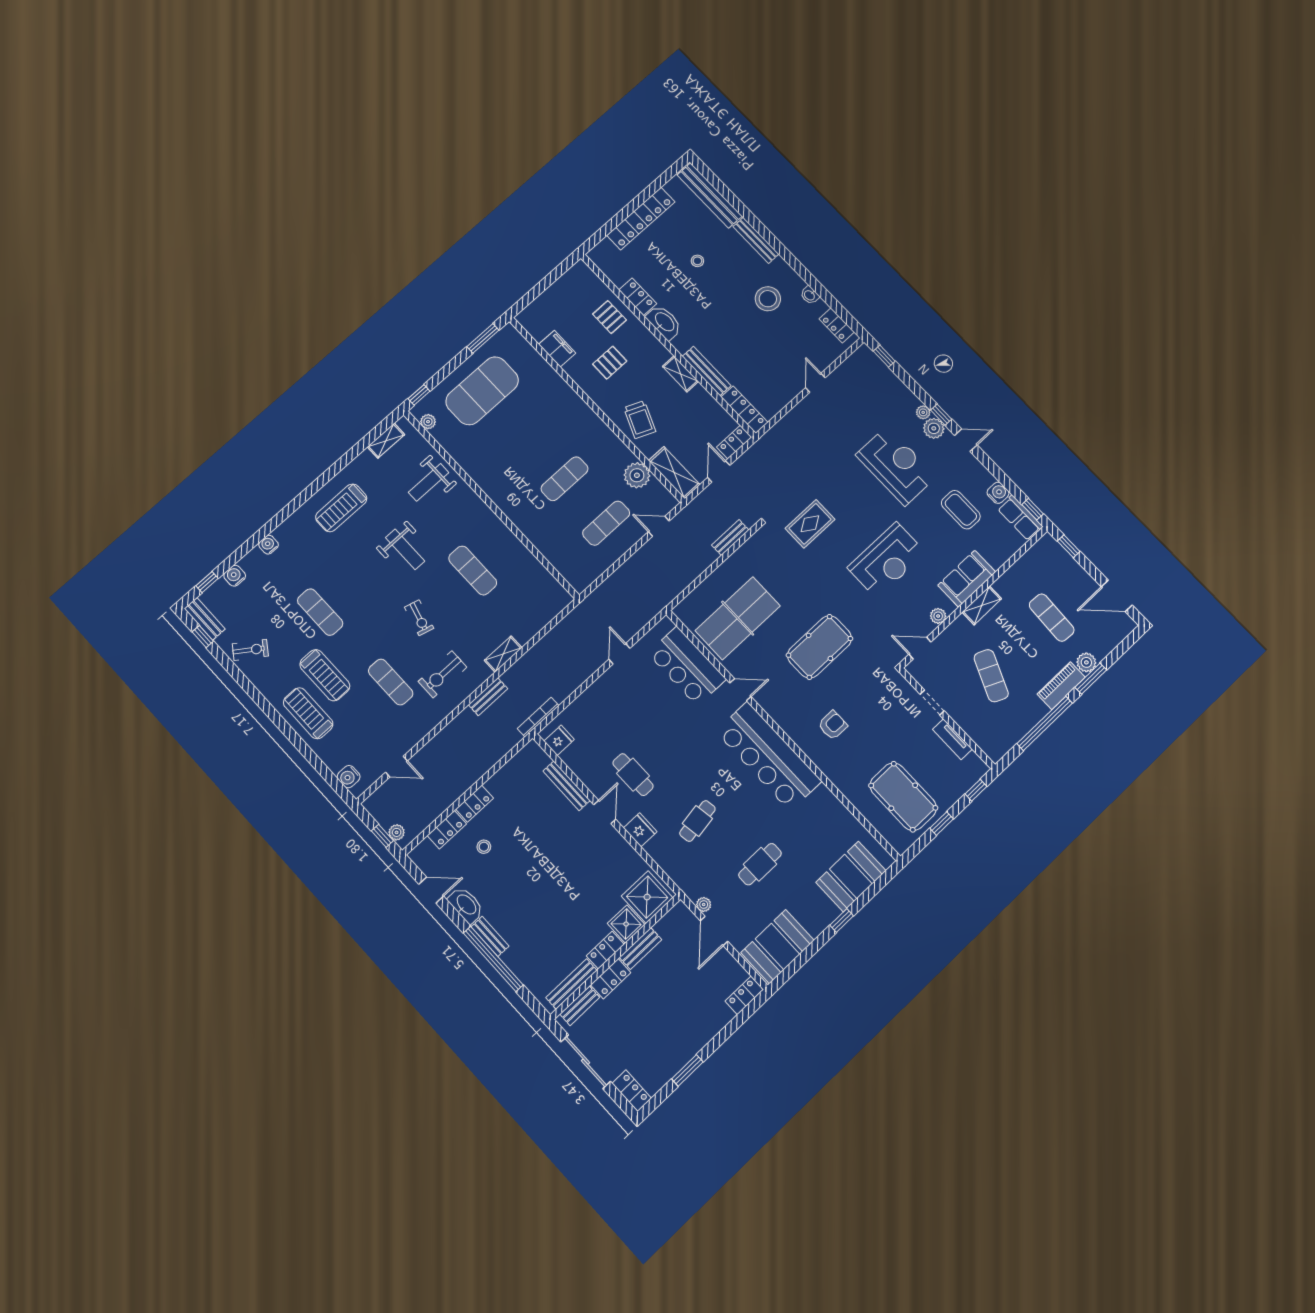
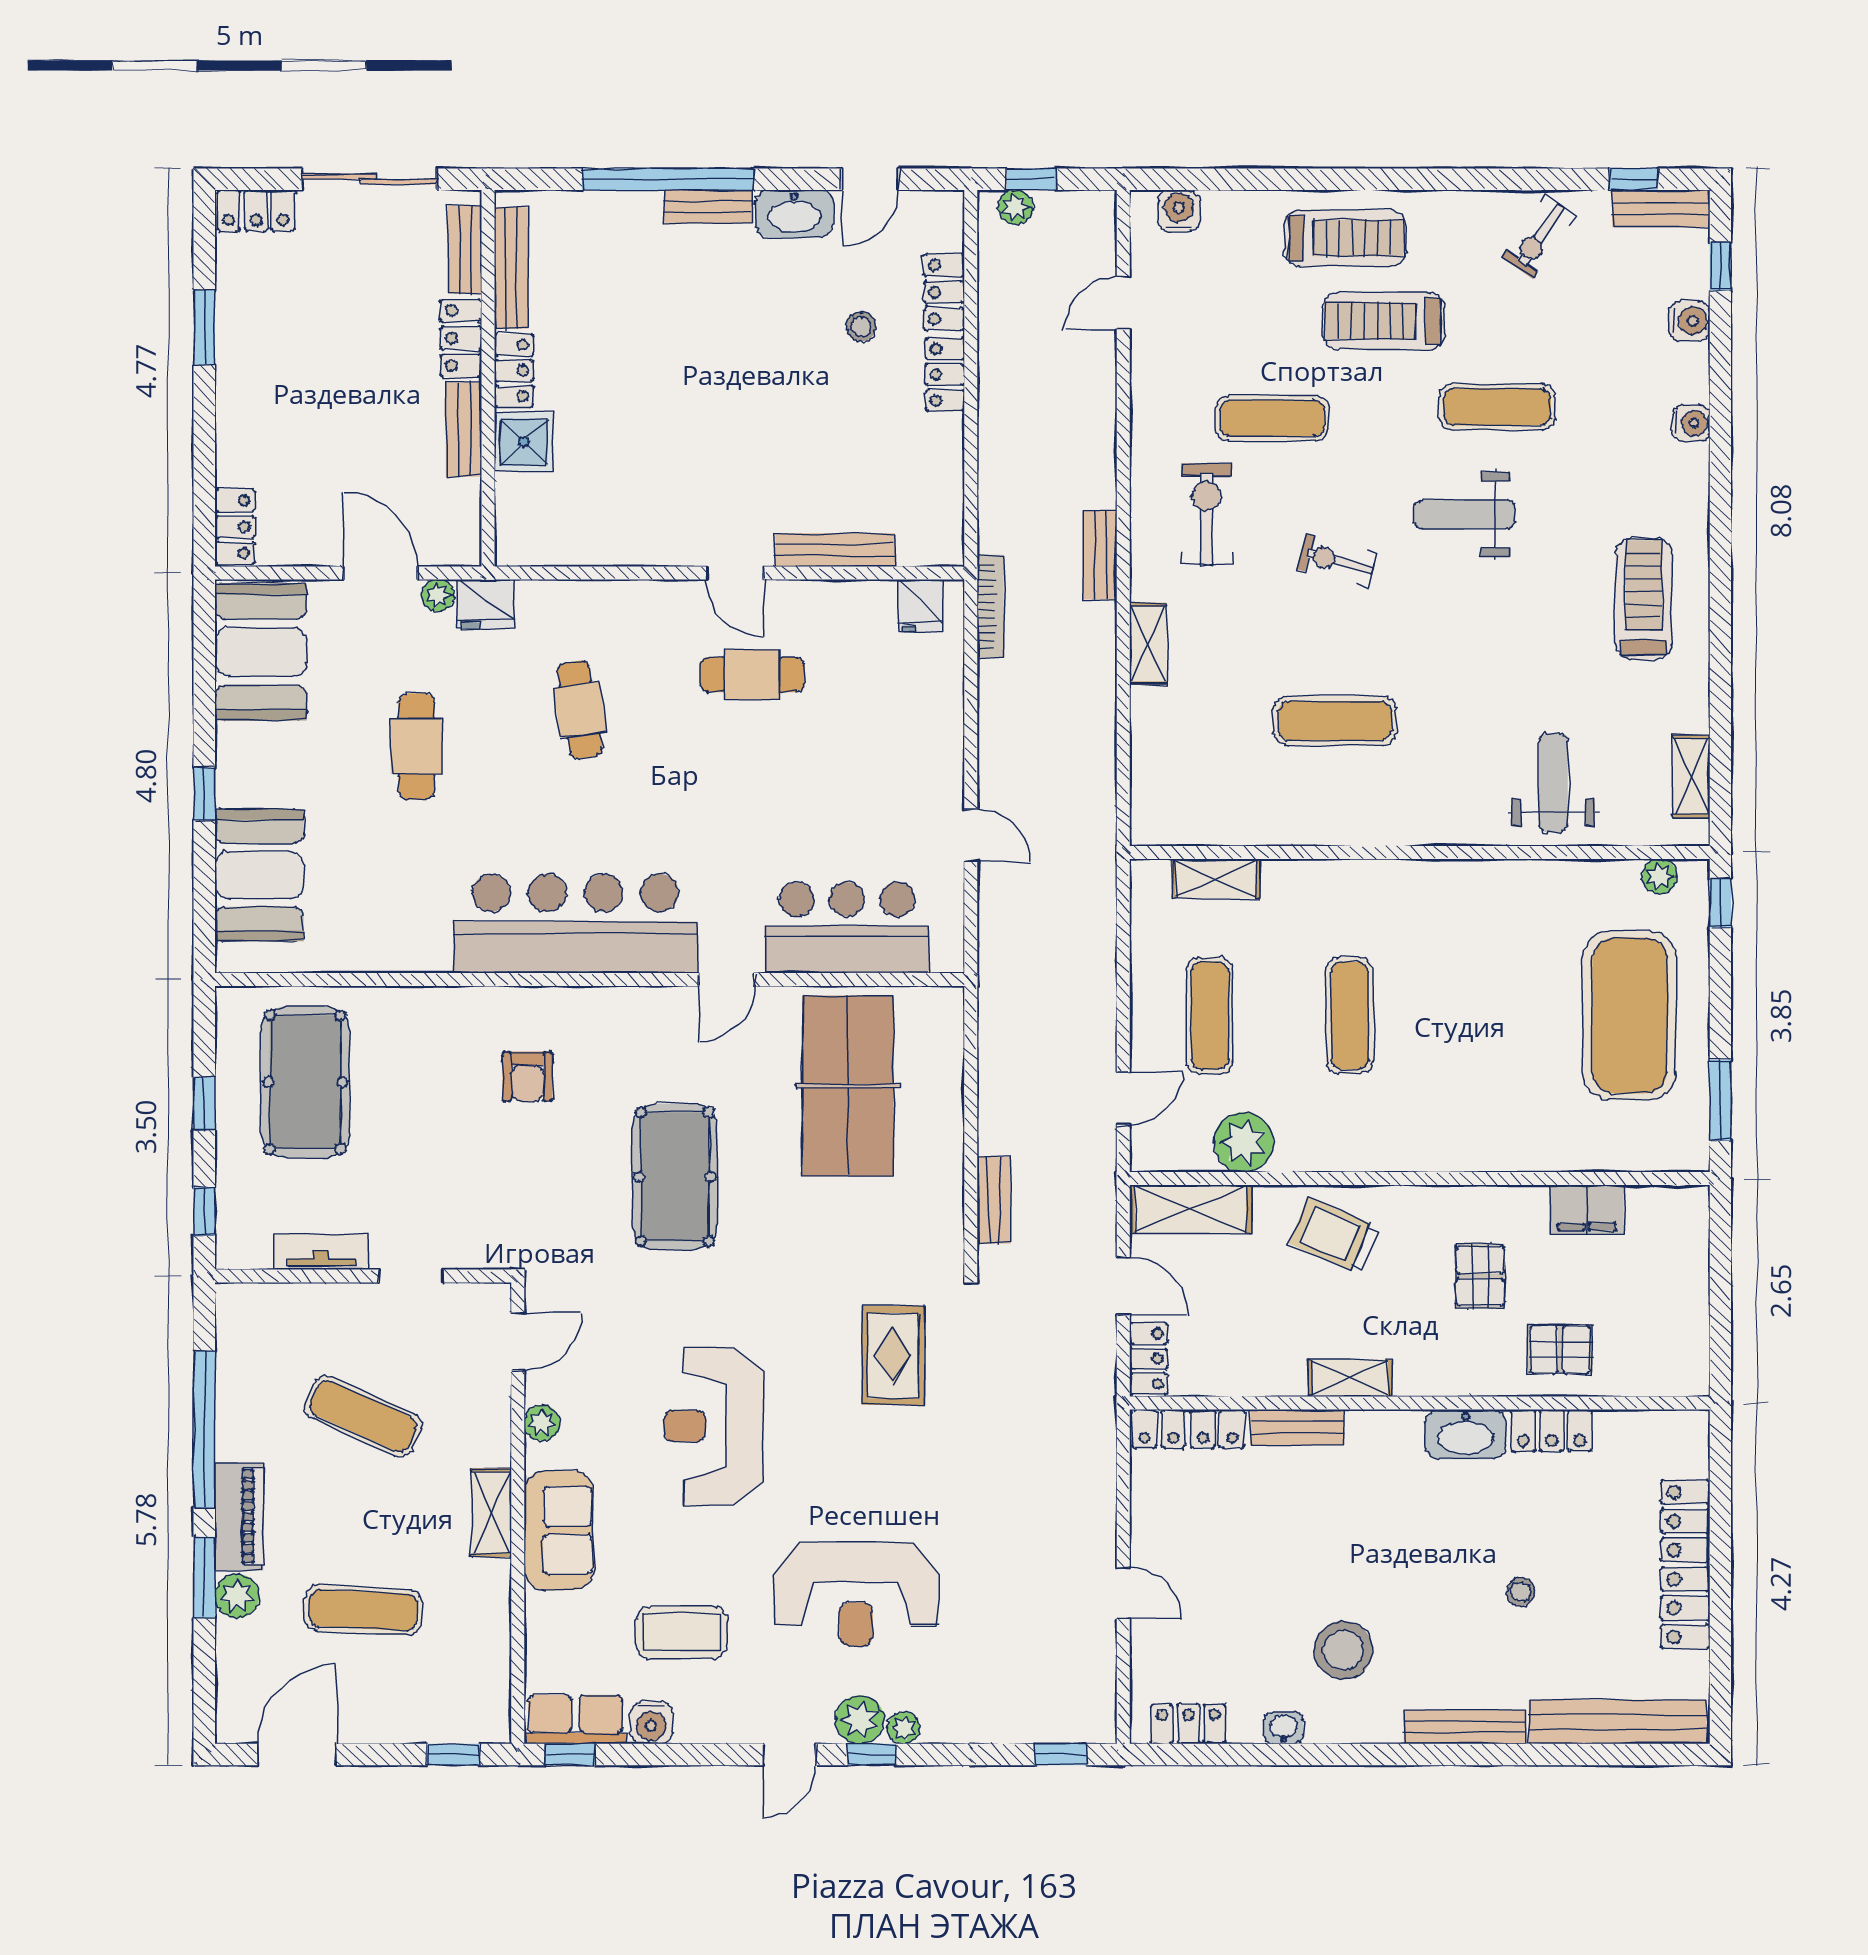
bench: (707, 371) -> (1297, 1427), width x0.73
weight bench: (405, 549) -> (1465, 514), moved
shelving: (560, 562) -> (1216, 879), added
pool table: (903, 797) -> (305, 1082), turned 90
fridge: (640, 830) -> (486, 604), moved
shower: (647, 897) -> (535, 515), removed

